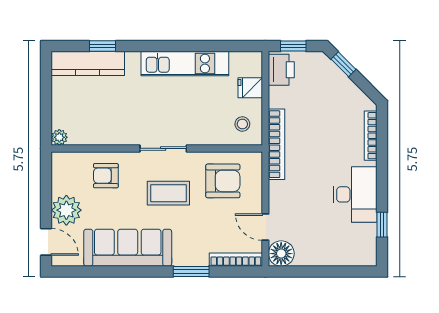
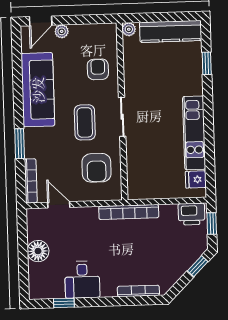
kitchen counter: (88, 63) -> (171, 31), moved, turned -90
fridge: (250, 88) -> (196, 179), moved, turned -90
stool: (242, 124) -> (145, 183), removed
desk: (355, 194) -> (82, 280), width x0.73
plant: (66, 210) -> (62, 31), width x0.53, depth x0.53
door: (265, 227) -> (59, 205), hinge flipped
floor lamp: (281, 254) -> (38, 251), moved

